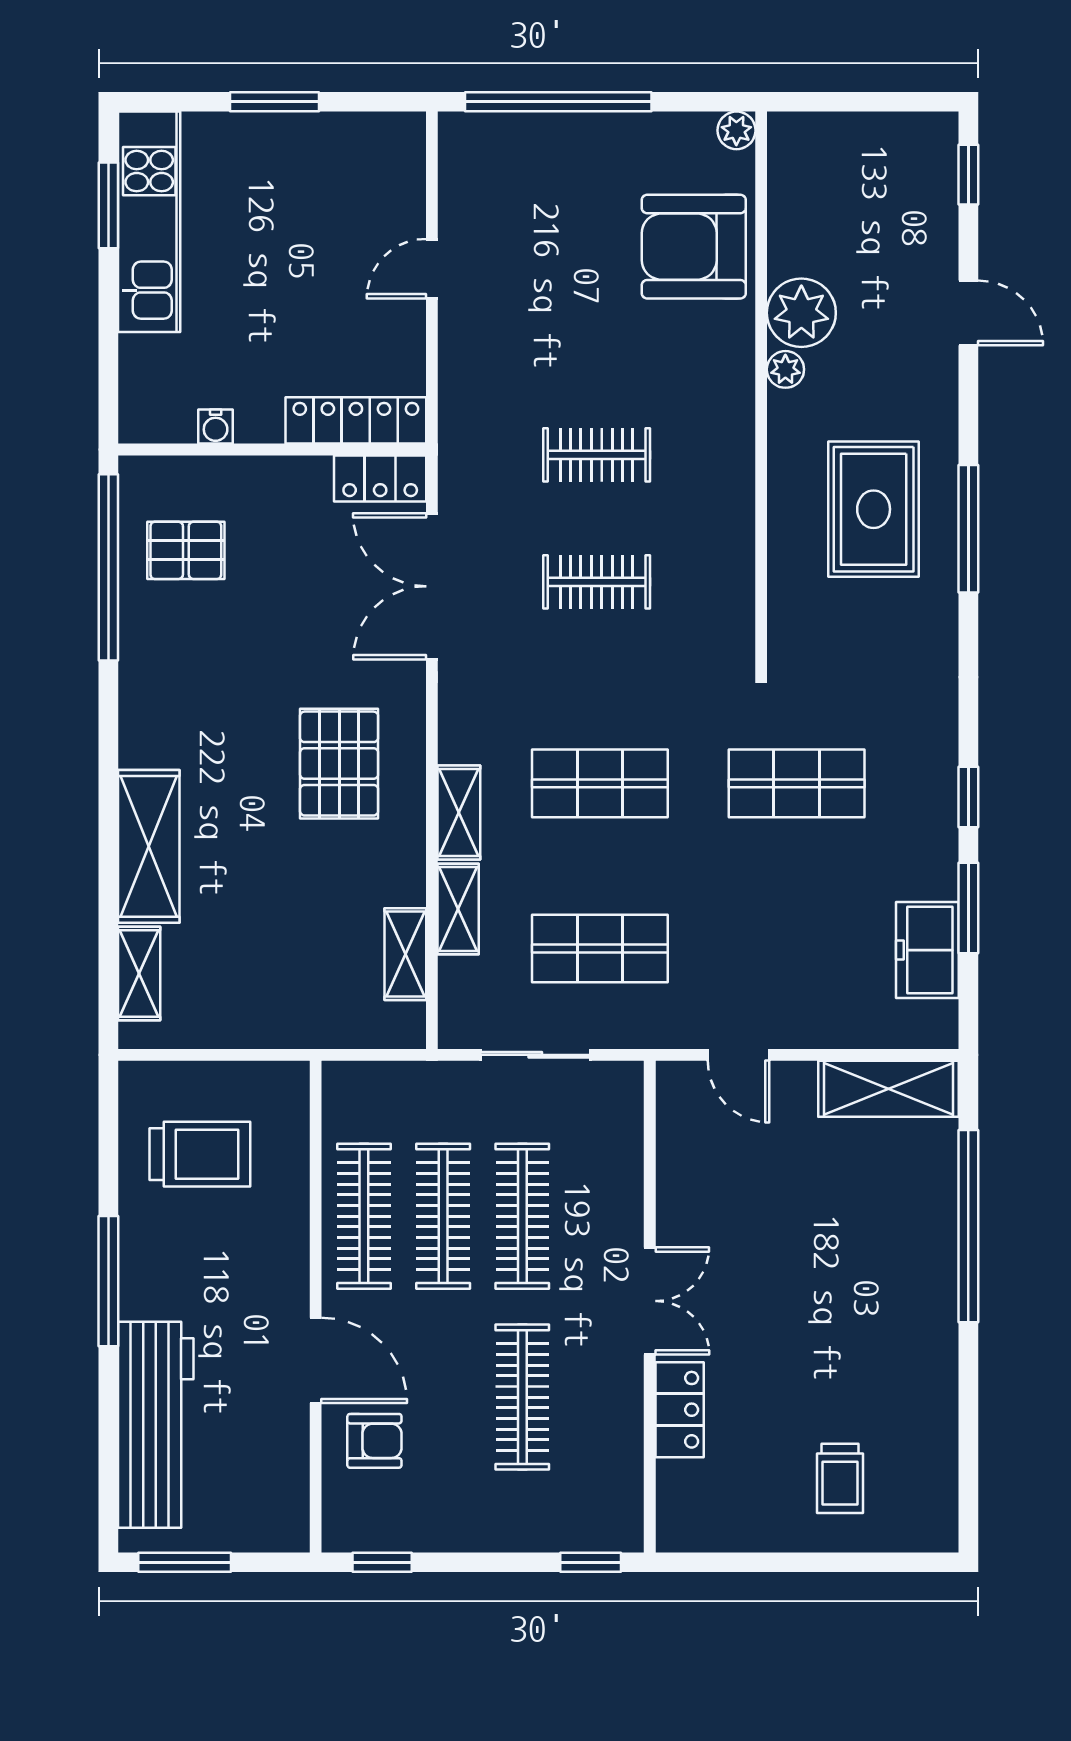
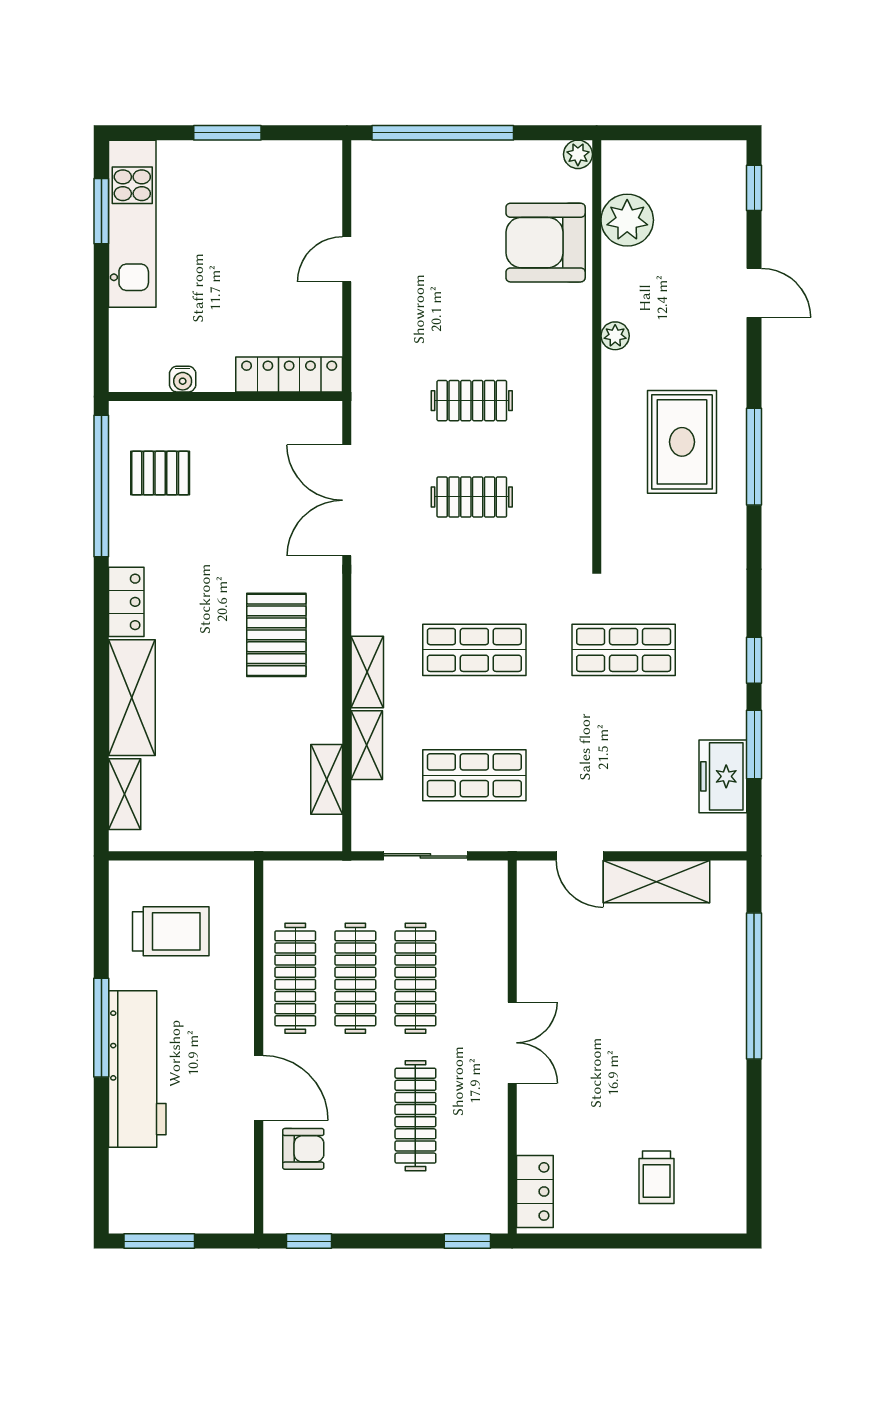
plant: (801, 313) -> (627, 220), moved
locker: (380, 479) -> (126, 602), moved, turned -90
shelving: (889, 1089) -> (656, 882), moved
locker: (680, 1410) -> (535, 1191), moved
workbench: (156, 1425) -> (137, 1069), moved

